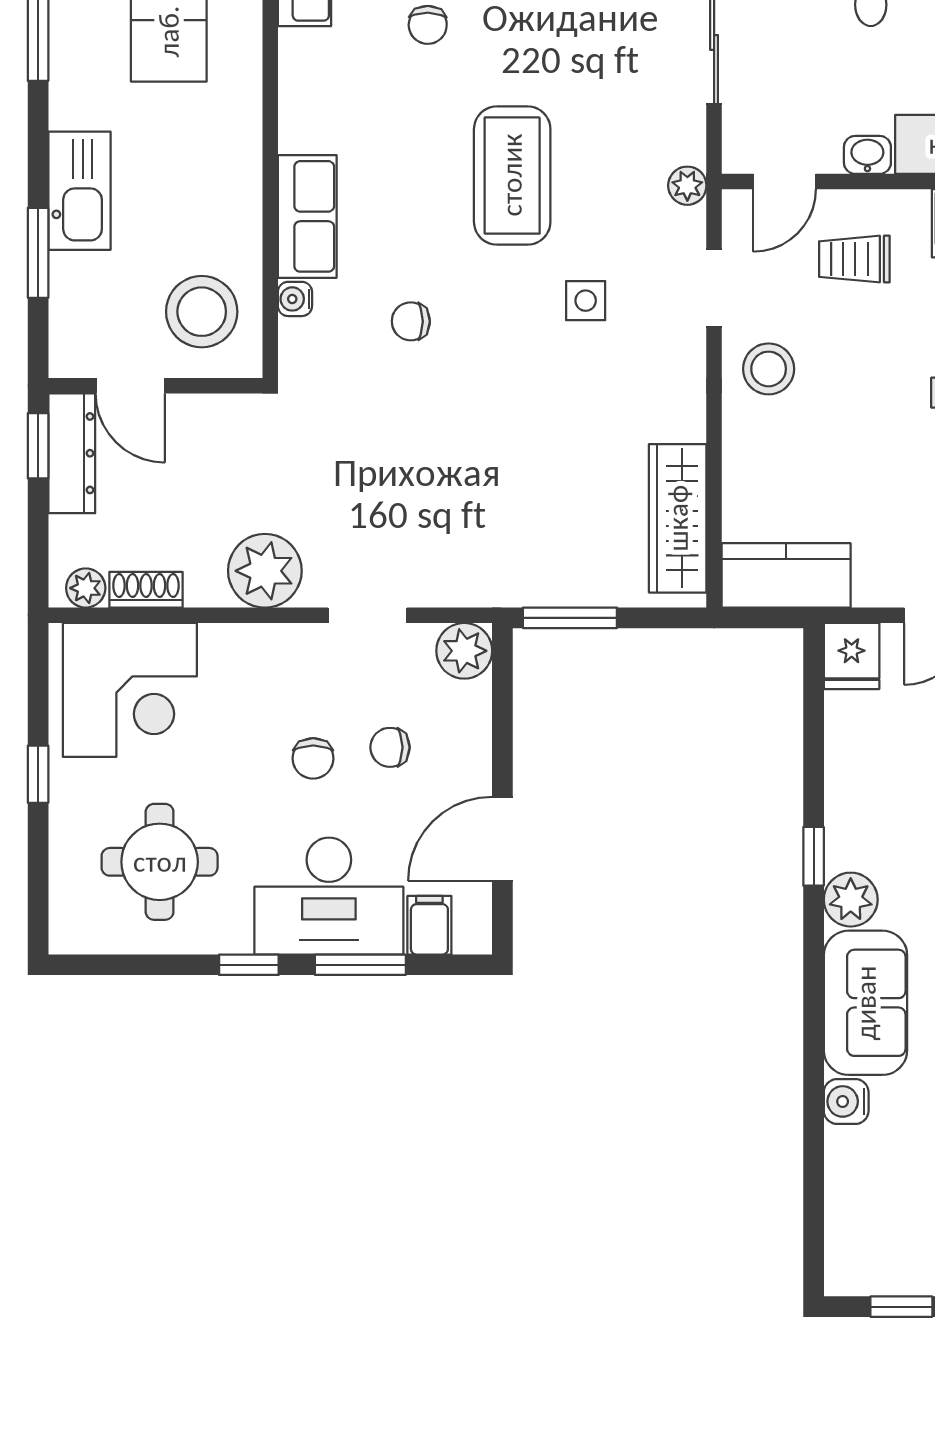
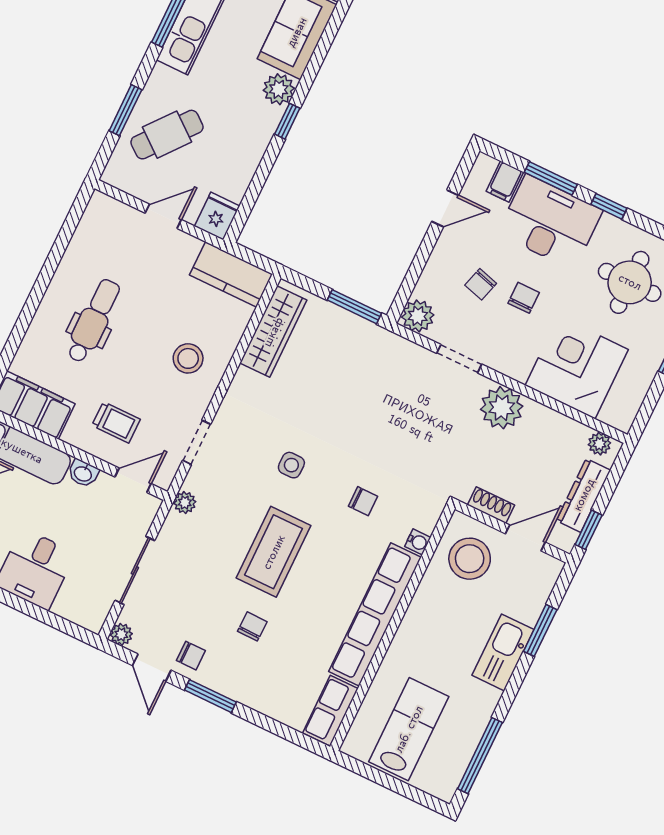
chair: (428, 25) -> (252, 626), moved
row of seats: (307, 216) -> (375, 614), width x2.02
side table: (586, 301) -> (291, 465), moved
stool: (769, 369) -> (188, 358), moved
door: (130, 386) -> (525, 538), hinge flipped
dresser: (72, 453) -> (584, 495), moved
shoe rack: (146, 590) -> (491, 505), moved, turned 180
corner desk: (130, 690) -> (577, 367), moved
chair: (390, 747) -> (481, 284), turned 106
door: (502, 839) -> (445, 208), width x0.73

